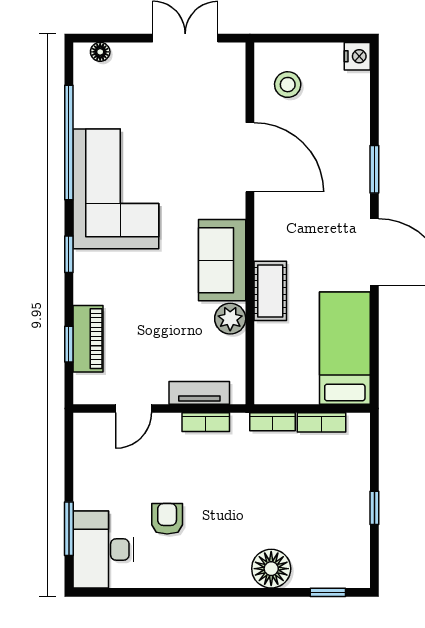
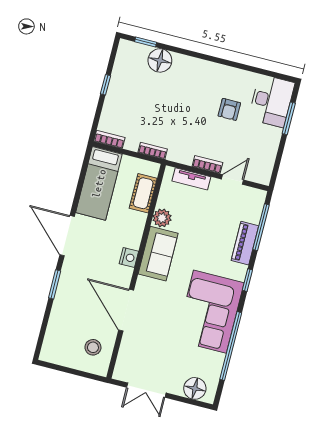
floor lamp: (100, 52) -> (195, 388), width x1.89, depth x1.89
nightstand: (357, 56) -> (129, 258), moved, turned 180
cot: (270, 291) -> (143, 193), moved
piano: (88, 339) -> (245, 243), moved
window: (69, 344) -> (261, 227), width x2.17
bookcase: (206, 422) -> (207, 164), moved
bookcase: (321, 422) -> (109, 139), moved
floor lamp: (271, 569) -> (160, 60), moved

